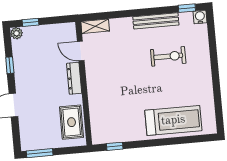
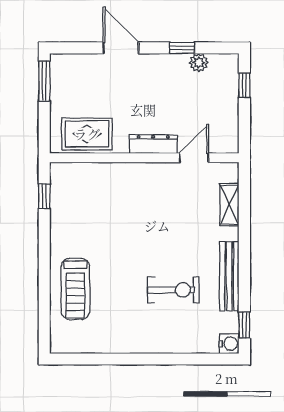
shelving: (95, 26) -> (229, 205), moved
plant: (17, 33) -> (199, 63), moved
exercise bike: (168, 56) -> (173, 290), turned -90
treadmill: (173, 120) -> (75, 289), width x0.73, depth x0.73

